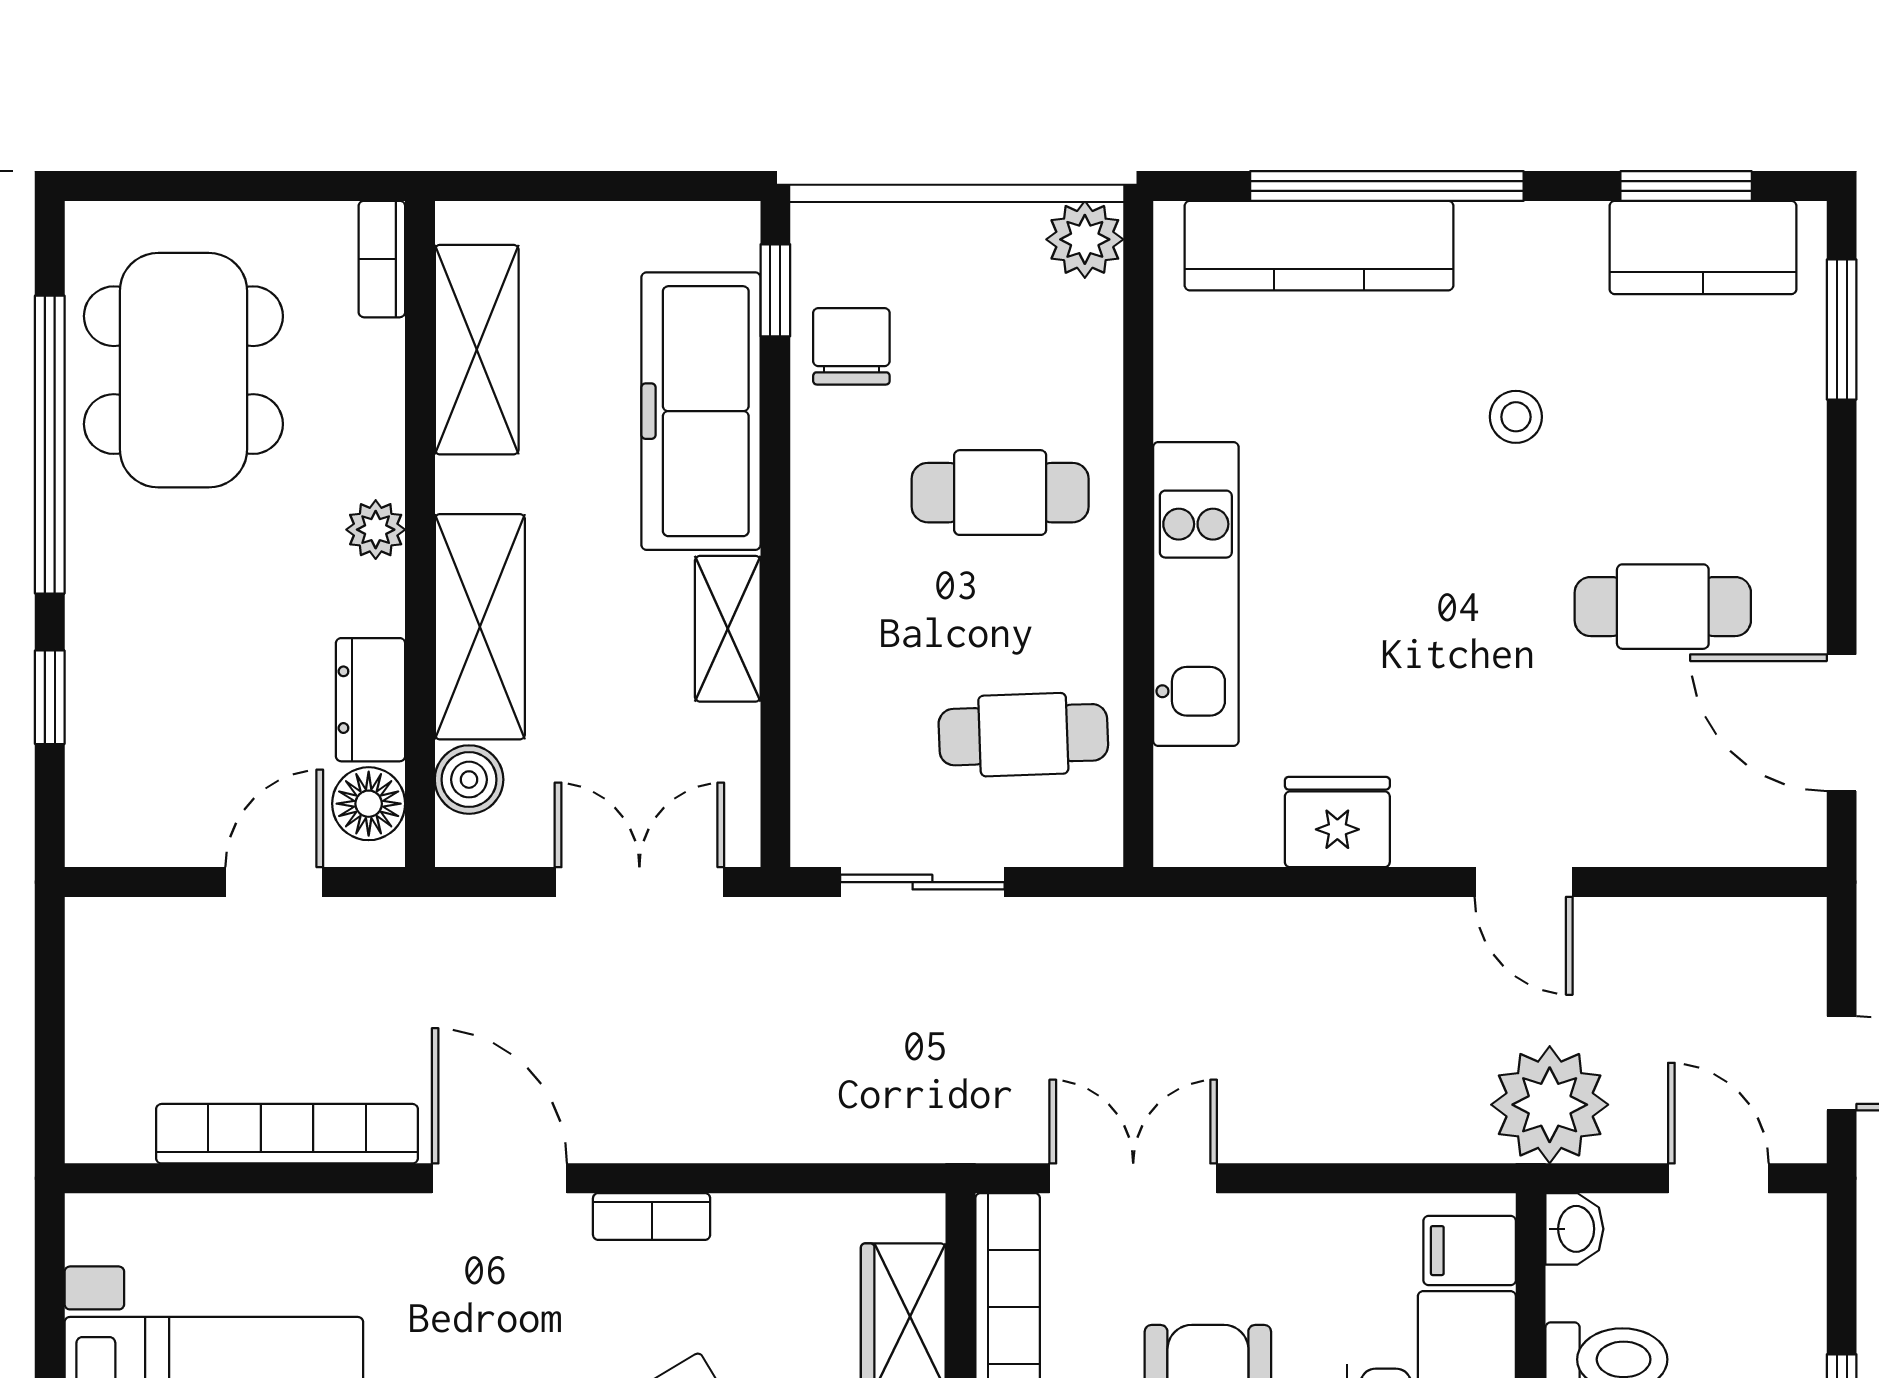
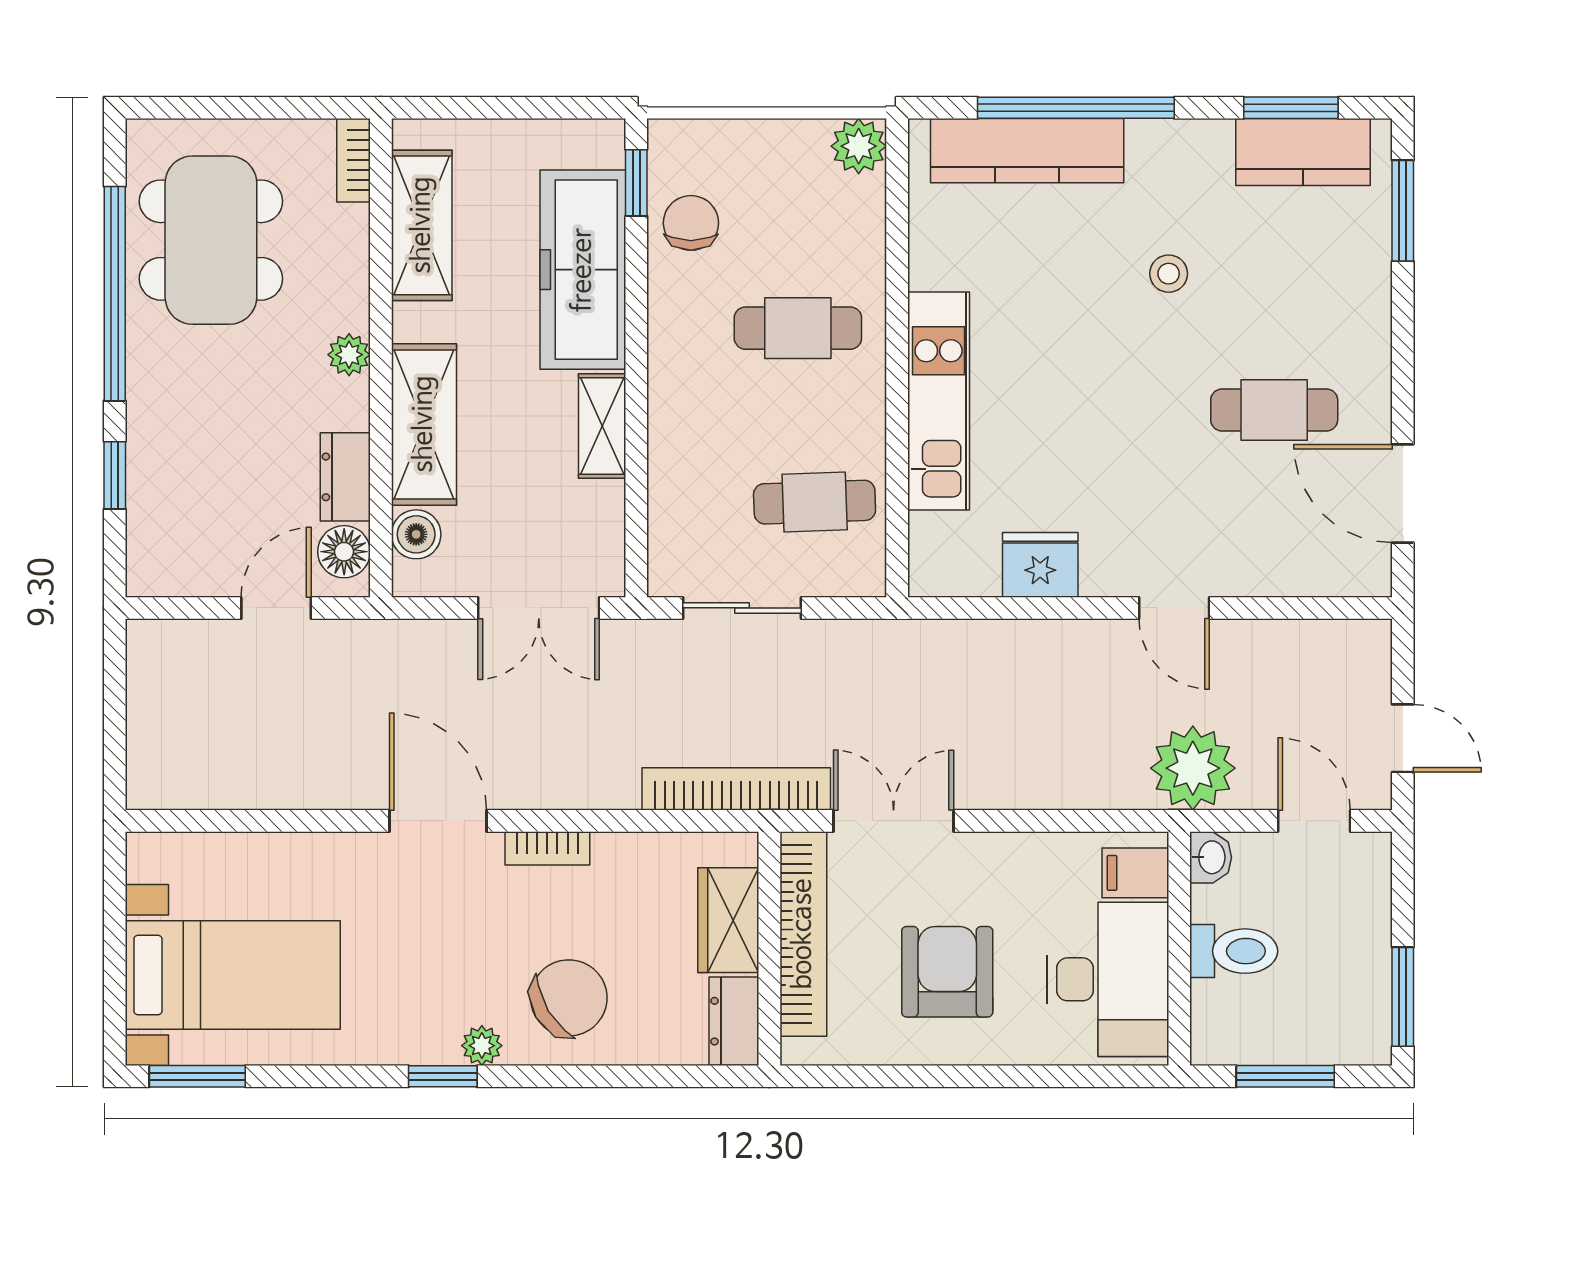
double door: (639, 882) -> (539, 608), swing flipped
bookcase: (287, 1134) -> (736, 789), moved

